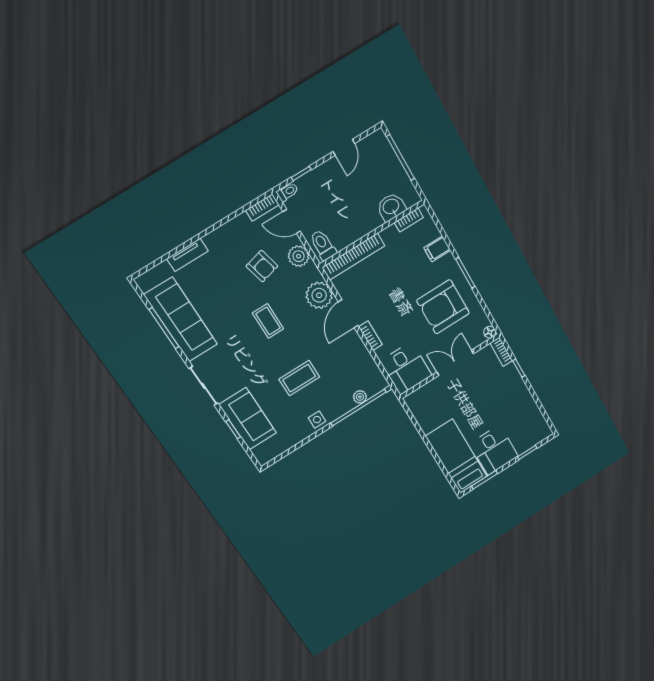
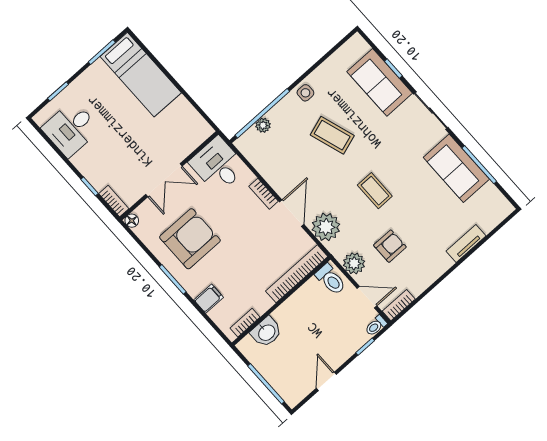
armchair: (262, 266) -> (390, 246), turned 104
sofa: (181, 320) -> (456, 168), width x0.73
coffee table: (299, 378) -> (332, 135), turned 72
desk: (494, 450) -> (71, 129), moved, turned -90

